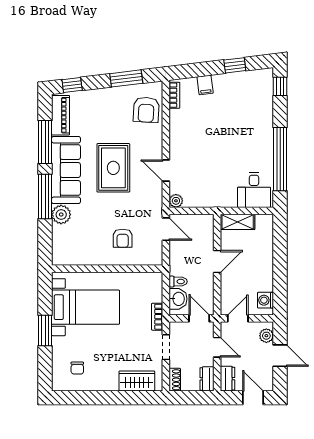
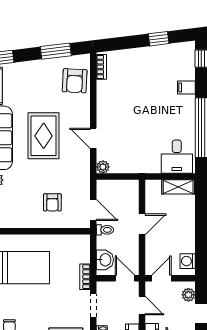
filing cabinet: (205, 85) -> (186, 87), moved, turned 97
shelving: (238, 222) -> (178, 187), moved
door: (166, 229) -> (93, 210), moved
toilet: (178, 282) -> (105, 230), moved

